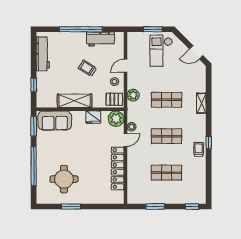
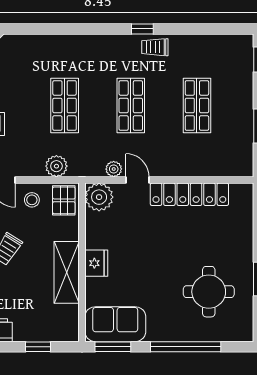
shelving: (201, 103) -> (71, 42), removed
fridge: (93, 117) -> (96, 263), moved
sofa: (55, 121) -> (115, 324), moved, turned -90

